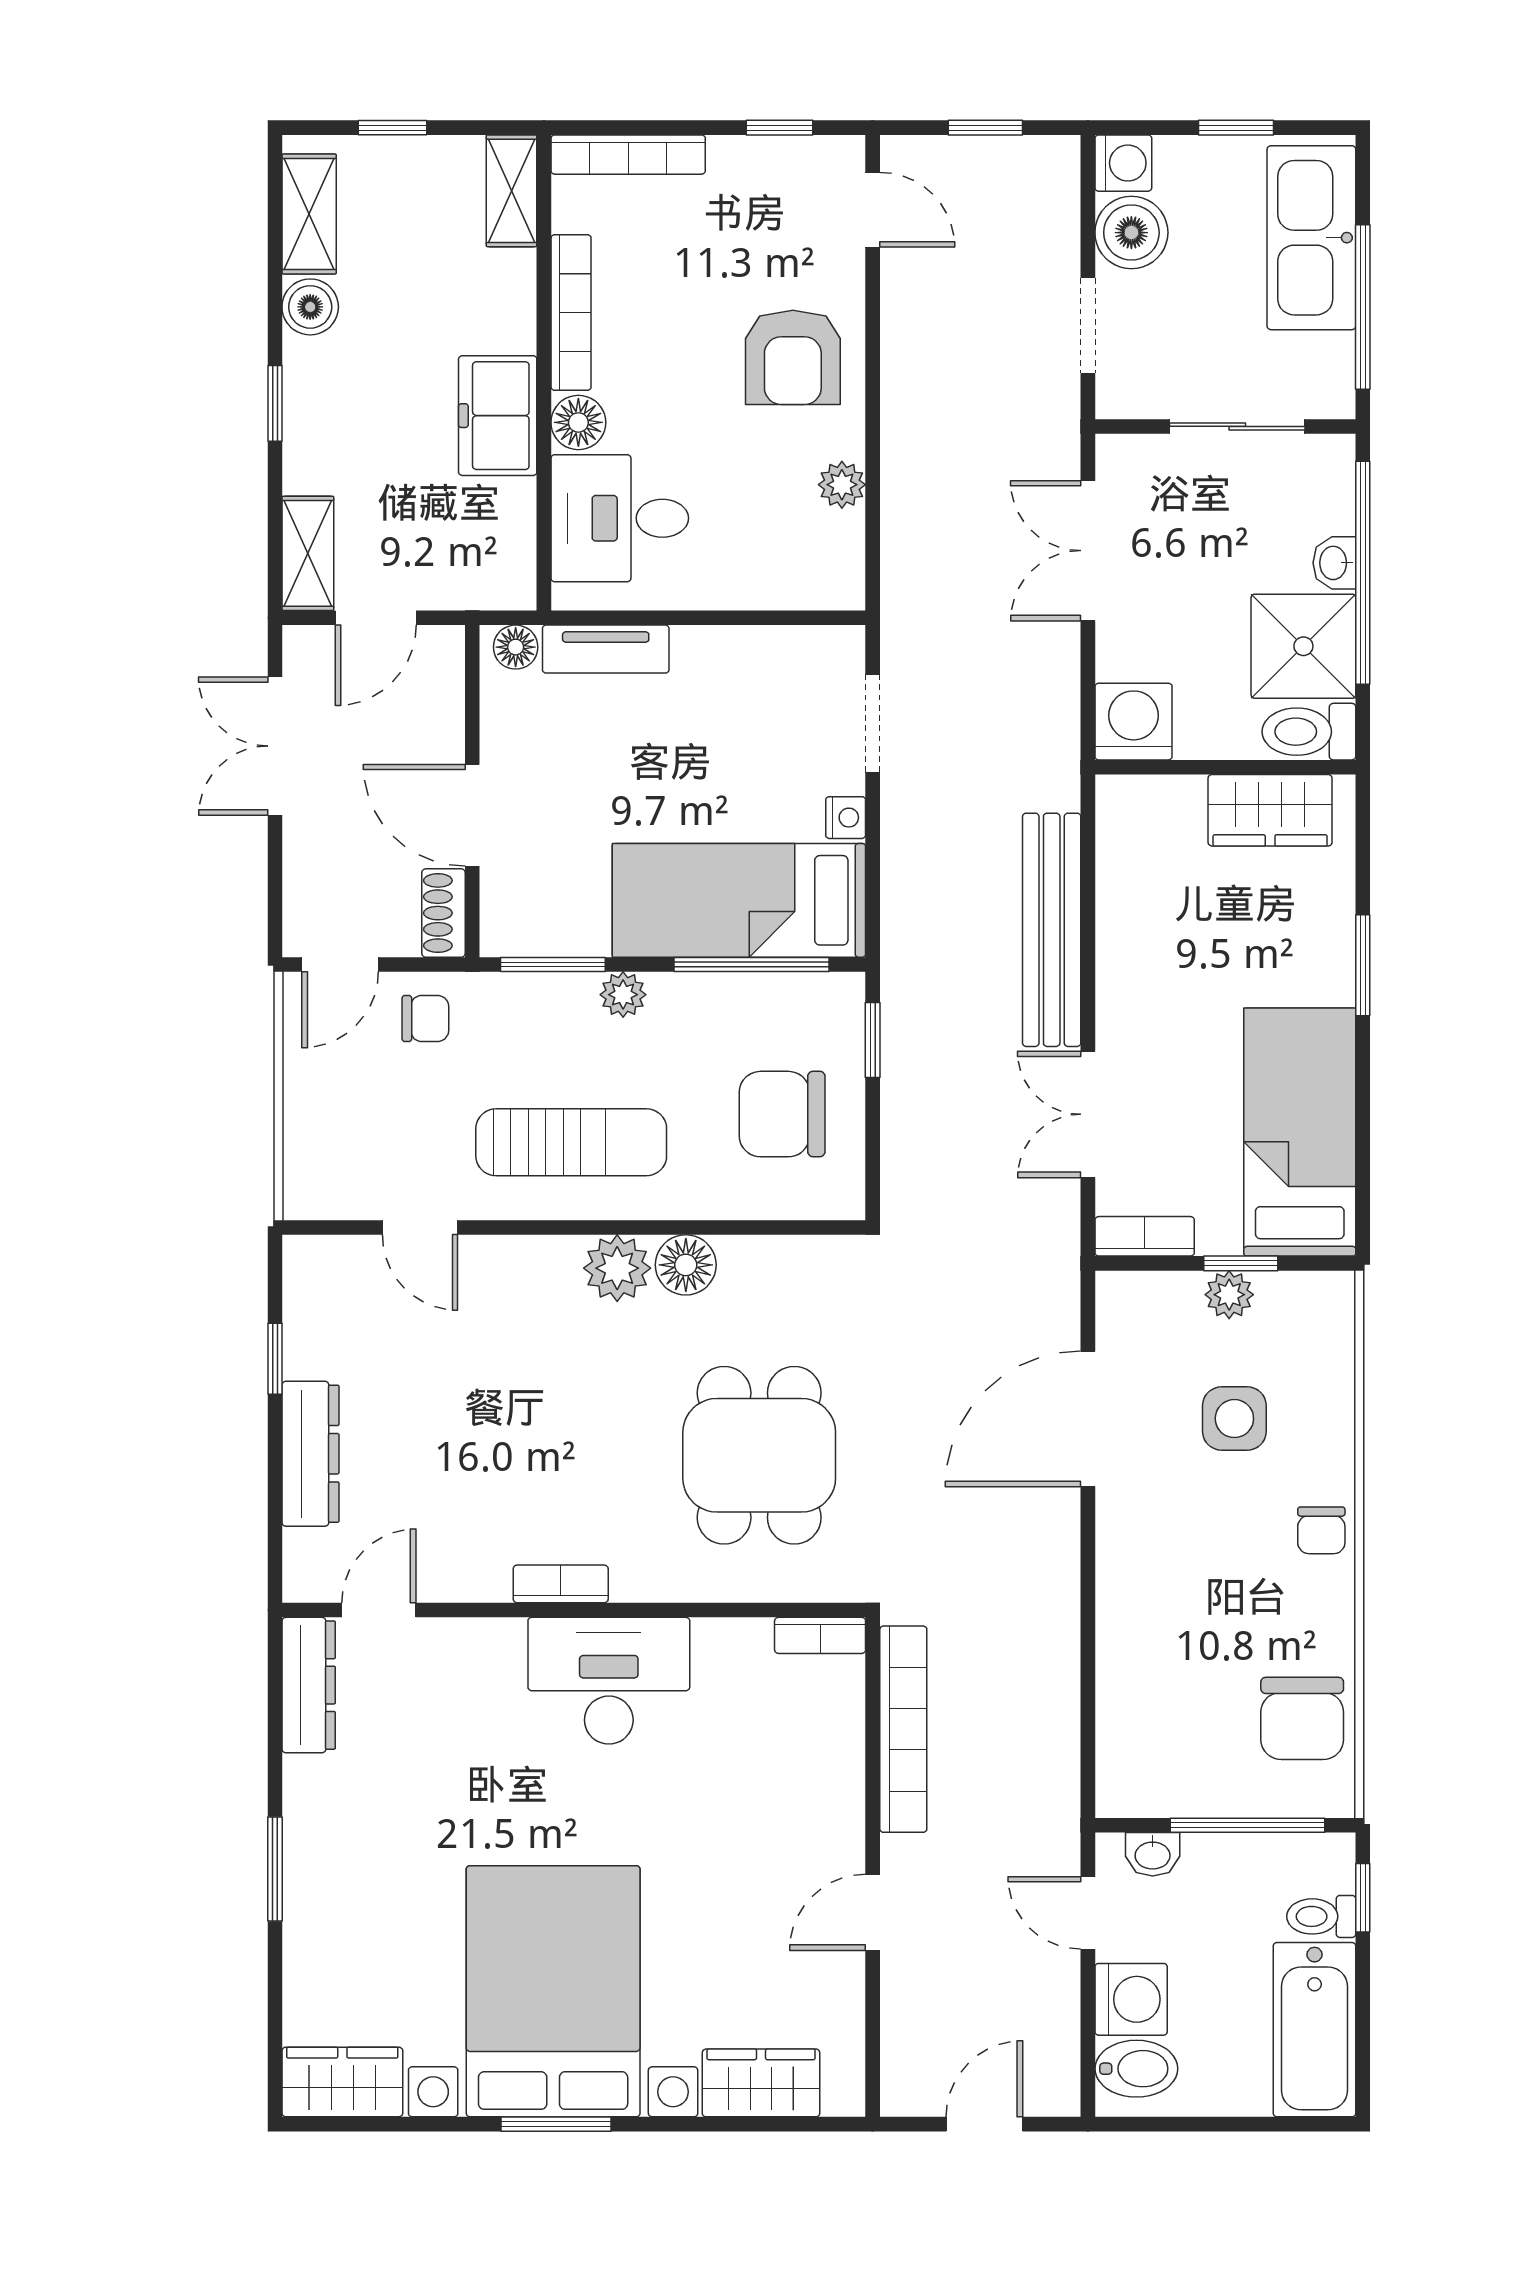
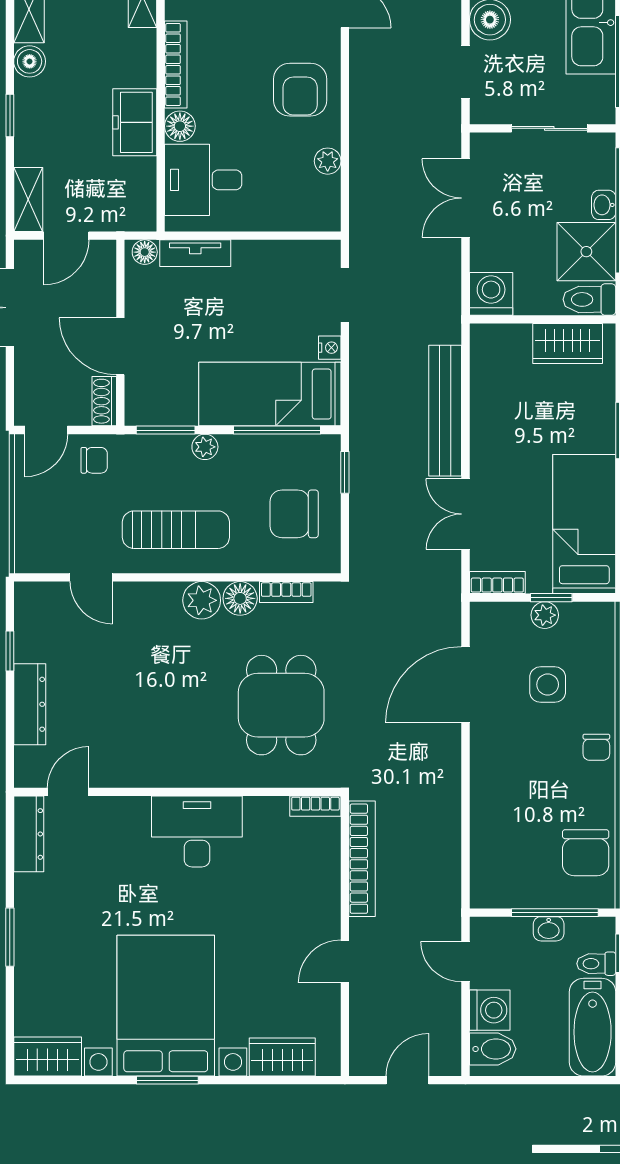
bookcase: (561, 1584) -> (286, 592), moved, turned 180
washbasin: (1153, 1854) -> (549, 929), moved

